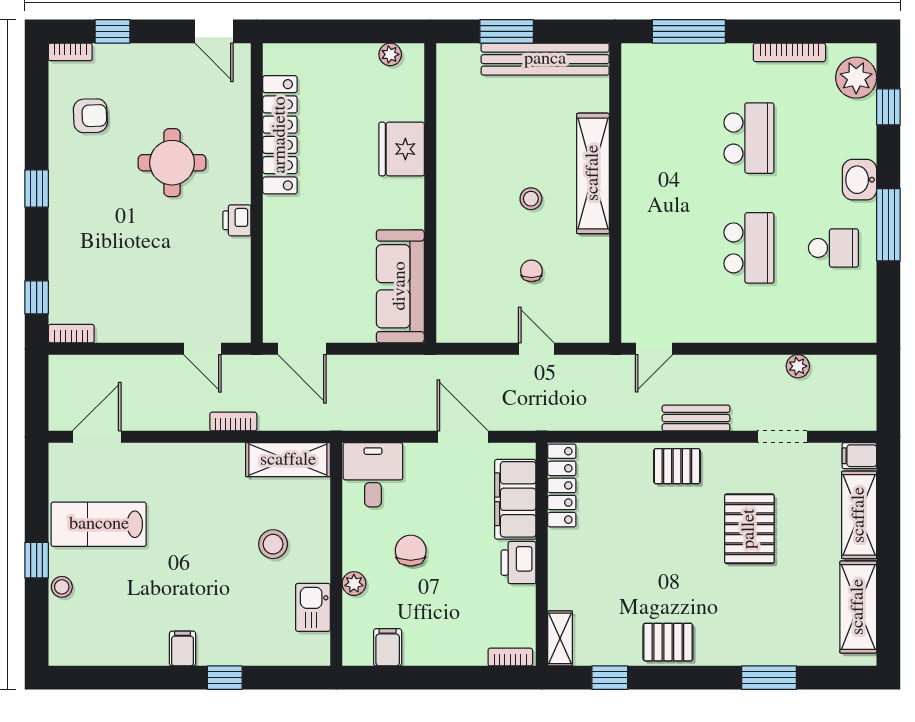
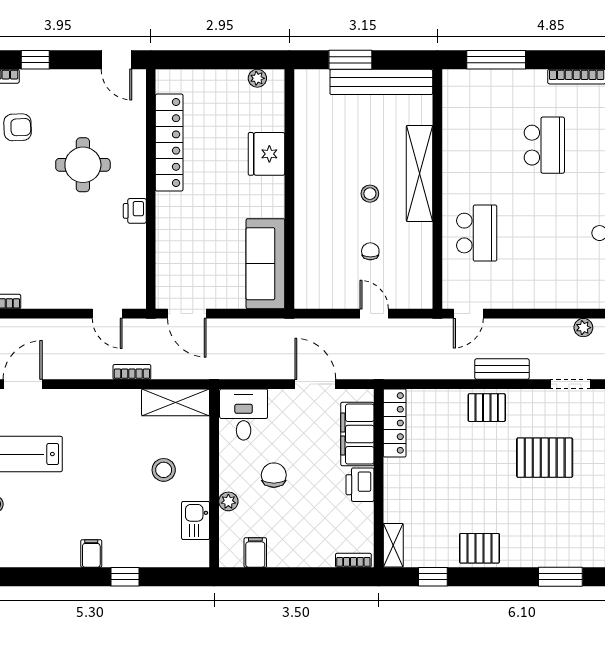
school desk: (749, 248) -> (477, 233), moved
pallet: (749, 529) -> (545, 458), turned 90

